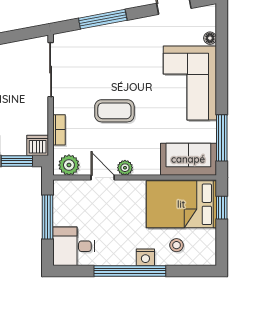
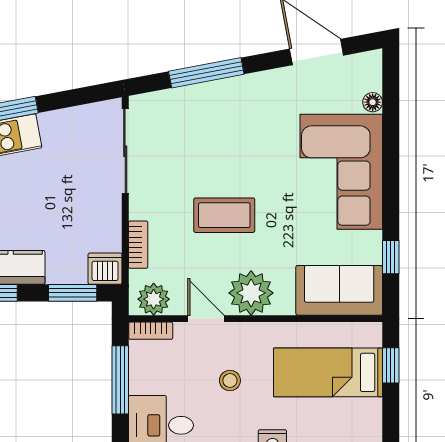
window: (222, 138) -> (391, 257), width x0.46
plant: (125, 168) -> (251, 293), width x1.88, depth x1.88
bookcase: (67, 185) -> (151, 331), added
bed: (181, 204) -> (328, 372), width x0.67
stool: (177, 245) -> (230, 381), moved

